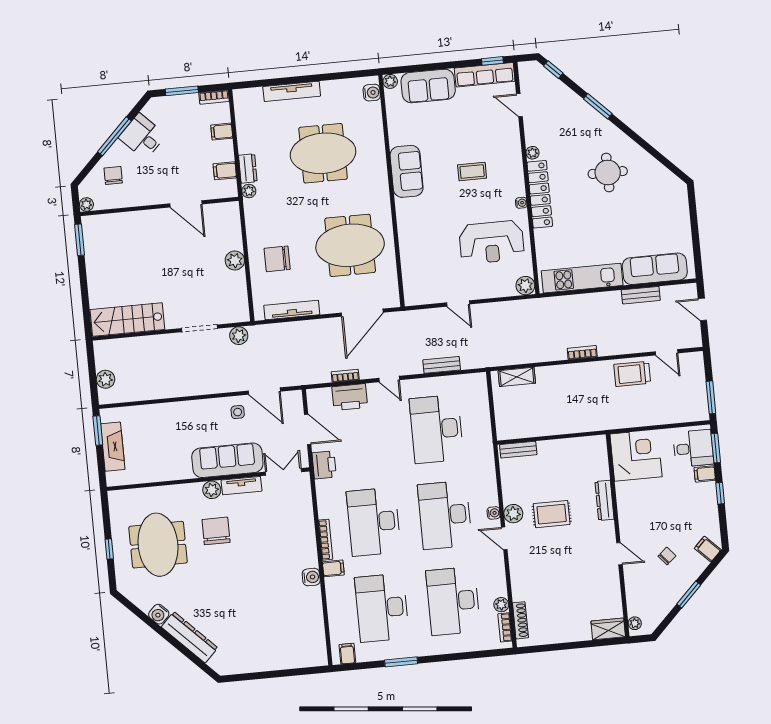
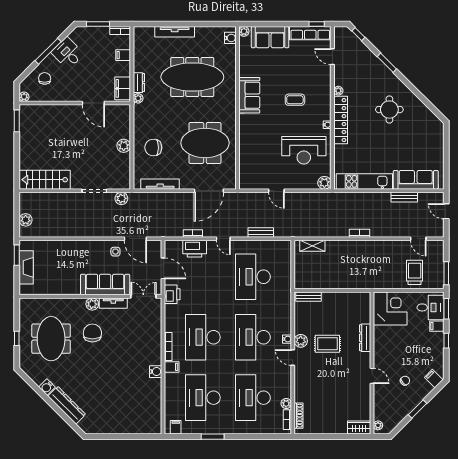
meeting table: (323, 153) -> (192, 77), width x1.36
filing cabinet: (225, 171) -> (123, 88), width x2.00
trolley: (632, 374) -> (415, 272), moved, turned 90

